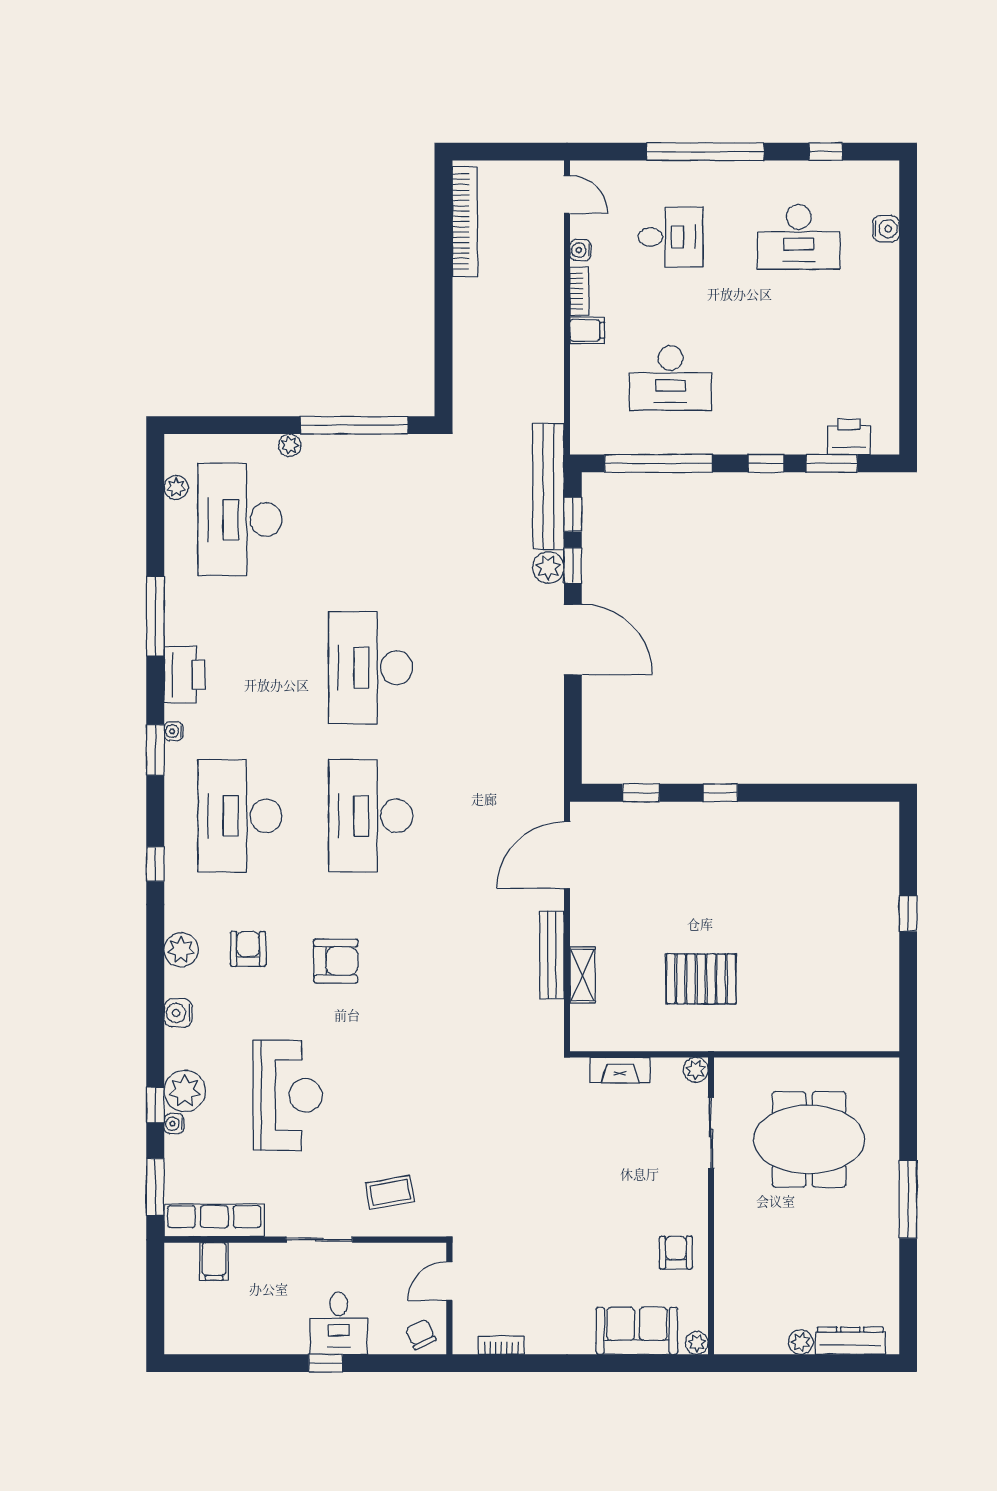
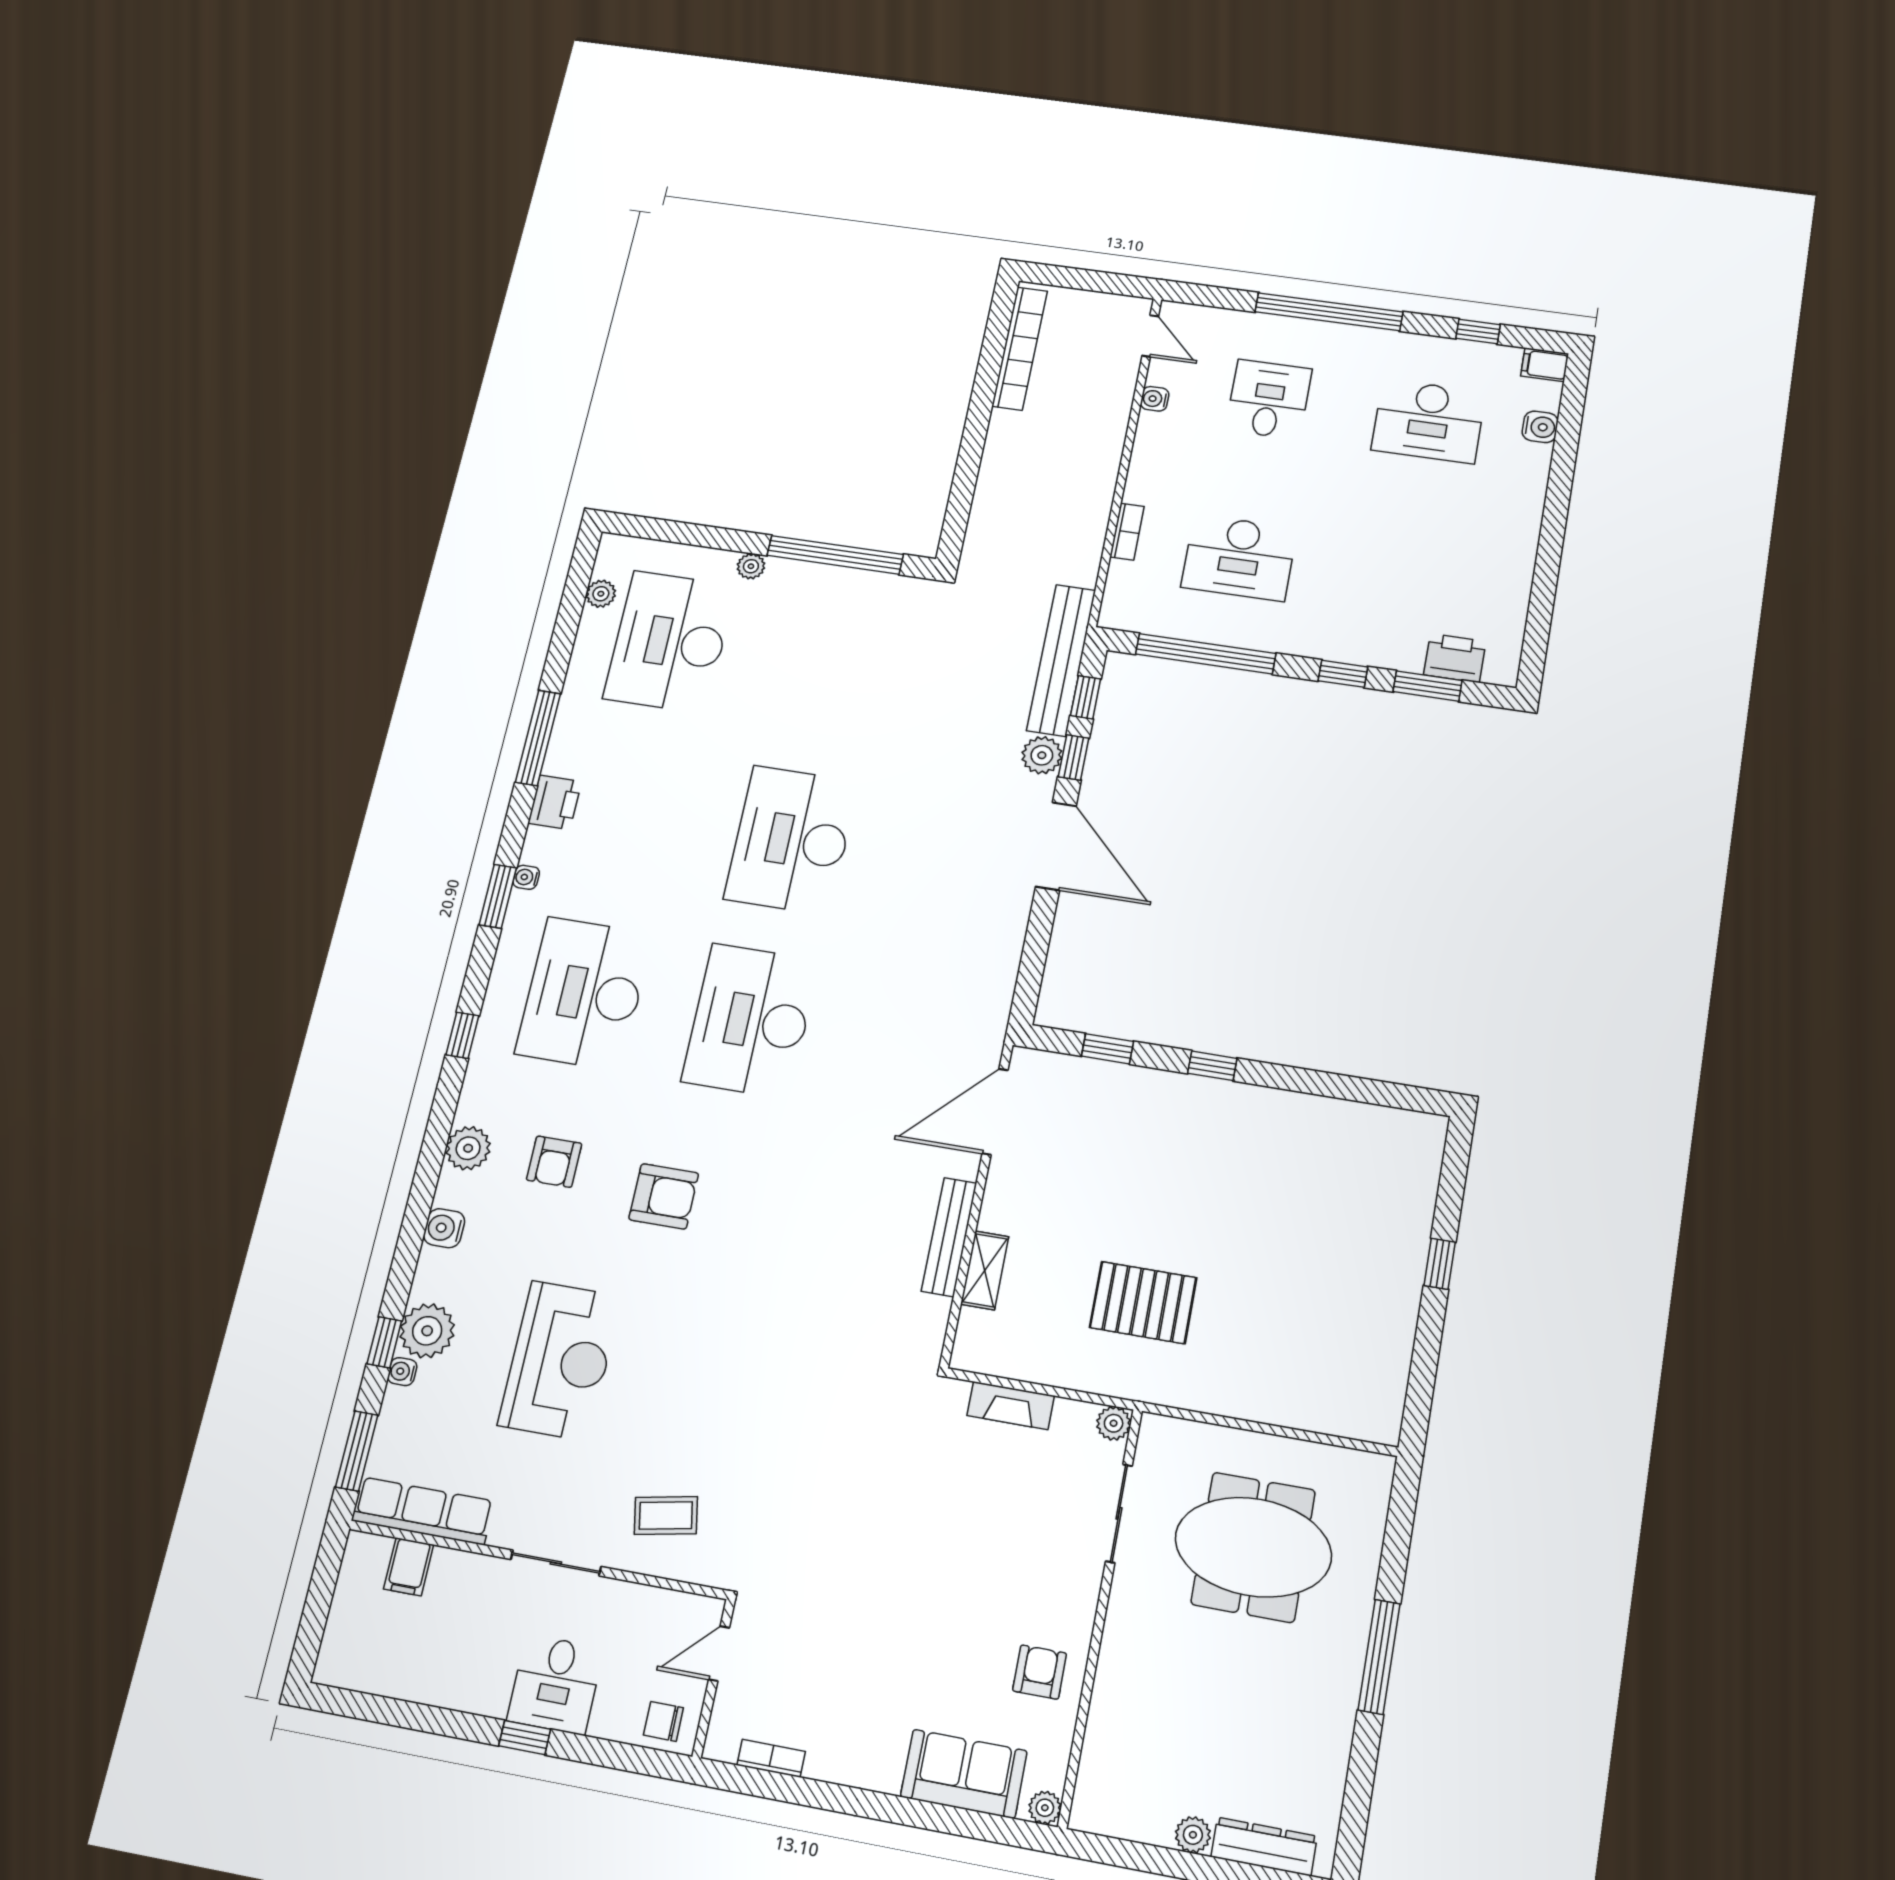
desk: (671, 237) -> (1269, 399), turned -90
bookcase: (579, 291) -> (1127, 532), moved
filing cabinet: (587, 330) -> (1545, 365), moved, turned 180
printer: (184, 675) -> (555, 802), width x0.73, depth x0.84
armchair: (248, 949) -> (554, 1162), turned 180
chair: (421, 1334) -> (663, 1721), turned -65

